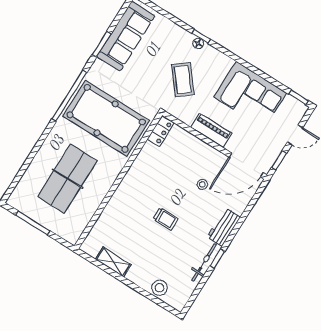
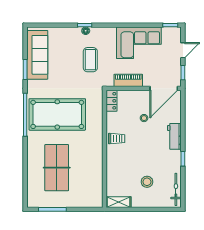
coffee table: (183, 80) -> (90, 60), turned 39
locker: (161, 131) -> (112, 101), moved
wall: (118, 181) -> (105, 149), moved
trolley: (165, 219) -> (117, 139), moved
bicycle: (204, 262) -> (176, 189), moved
stool: (159, 288) -> (147, 182), moved

